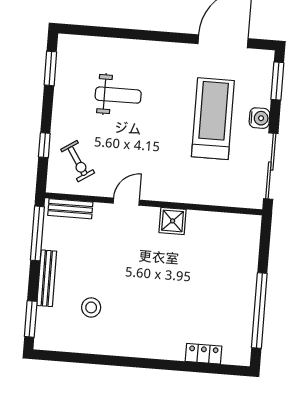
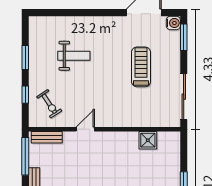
window: (50, 68) -> (25, 57), moved
water cooler: (259, 118) -> (173, 23), moved
treadmill: (213, 119) -> (141, 67), width x0.73, depth x0.73
shower: (173, 221) -> (148, 140), moved

